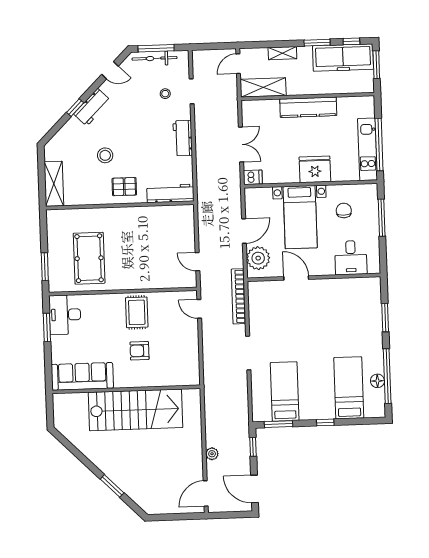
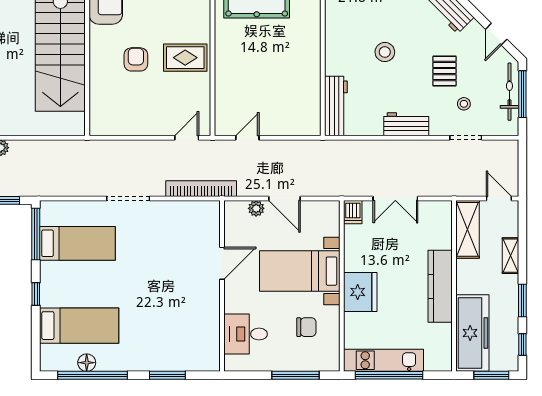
freezer: (343, 58) -> (472, 333), moved, turned 180
stool: (105, 155) -> (385, 52), moved
pallet: (124, 187) -> (444, 71), moved
plant: (258, 258) -> (256, 208), width x0.53, depth x0.53
window: (278, 424) -> (36, 234), width x1.44

